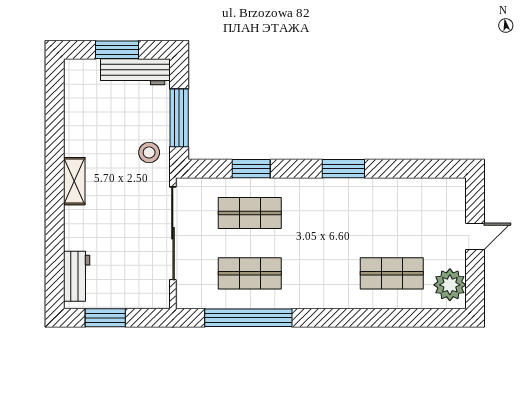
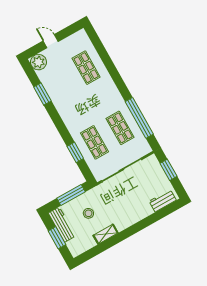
stool: (149, 152) -> (88, 213), moved
window: (343, 169) -> (42, 94), moved
shelving: (74, 181) -> (106, 234), moved
plant: (450, 285) -> (38, 62), moved
window: (105, 318) -> (168, 170), moved

